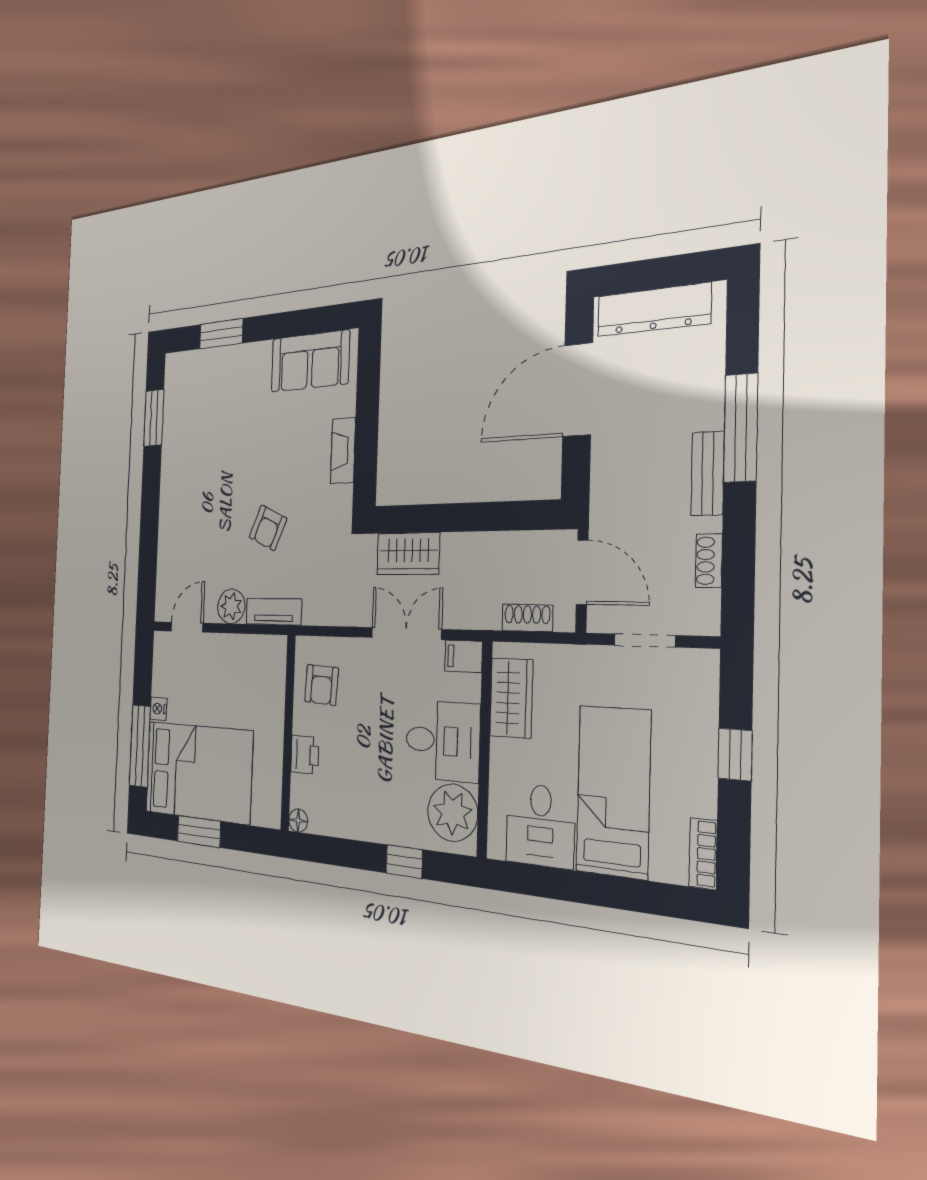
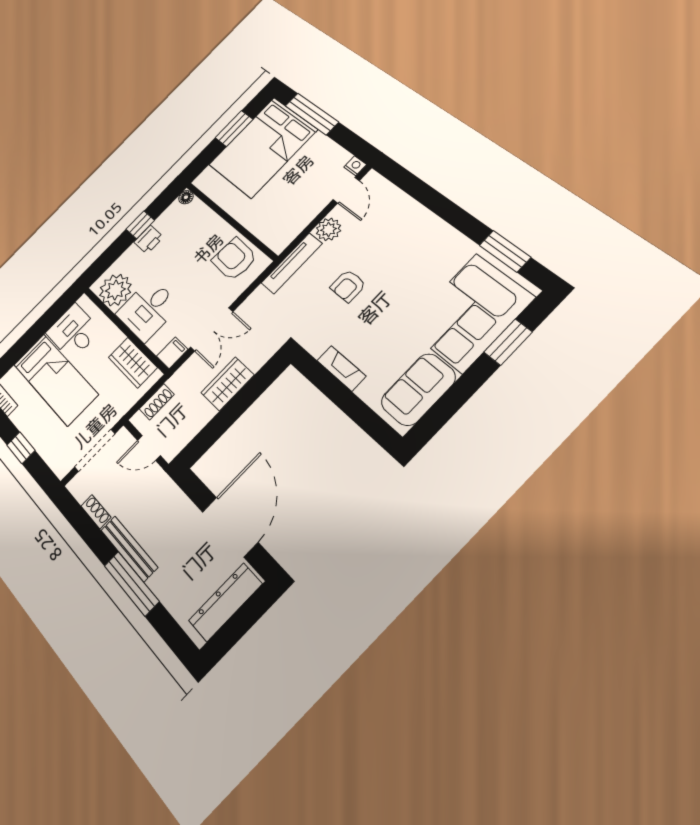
corner sofa: (219, 391) -> (470, 313), added
bench: (708, 473) -> (129, 549), width x1.36
armchair: (268, 528) -> (348, 286), turned -114
wardrobe: (408, 554) -> (227, 384), moved
door: (582, 572) -> (149, 448), width x0.73
tv unit: (274, 612) -> (292, 263), width x1.41
doorway: (645, 640) -> (95, 450), width x1.38
armchair: (322, 685) -> (234, 259), width x1.38, depth x1.38
nightstand: (158, 709) -> (355, 166), moved
printer: (305, 755) -> (149, 240), moved, turned -90
window: (404, 861) -> (140, 225), moved

